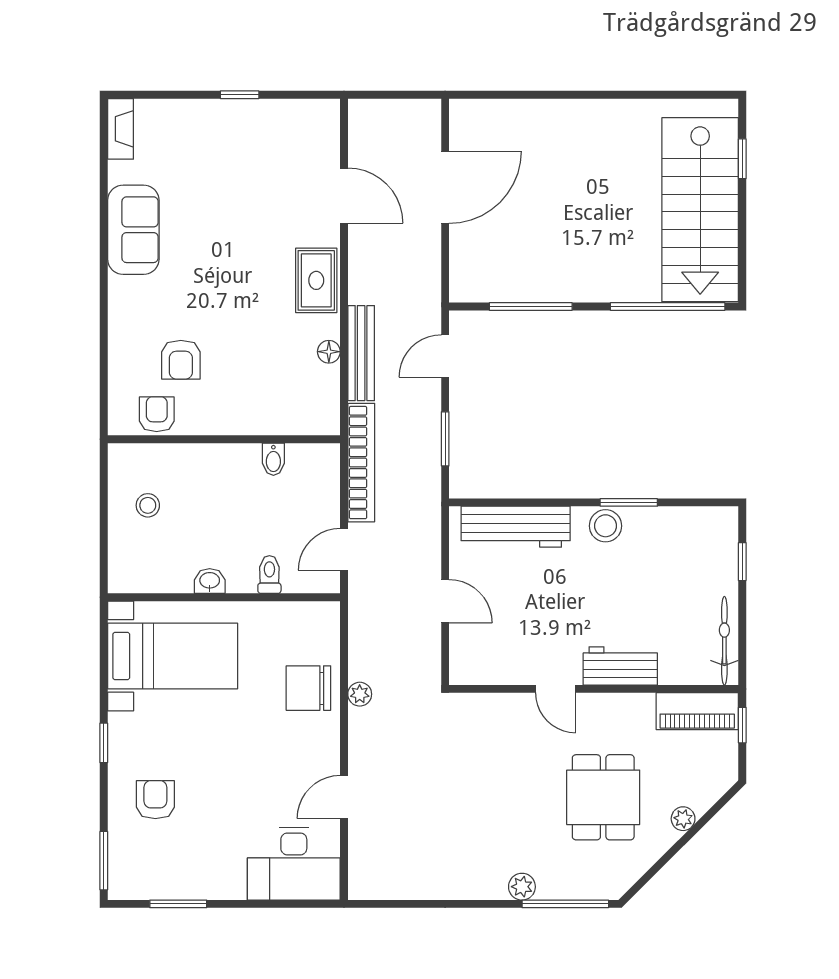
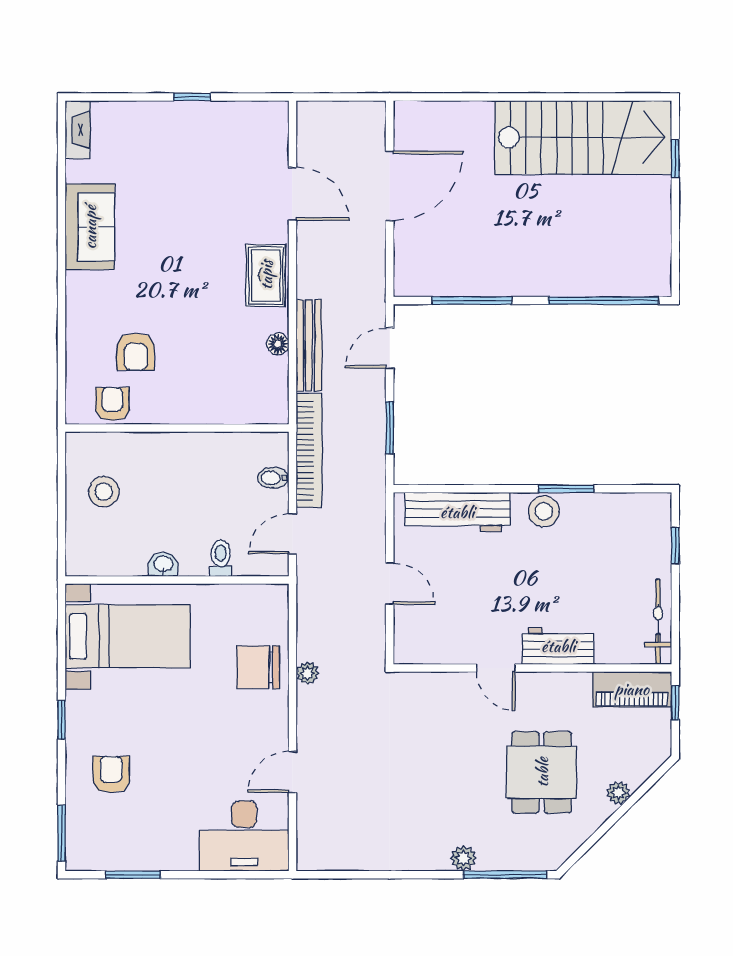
stairs: (700, 210) -> (583, 137), moved, turned -90
bidet: (273, 459) -> (273, 478), moved, turned 90
stool: (148, 505) -> (104, 492), width x1.37, depth x1.37

